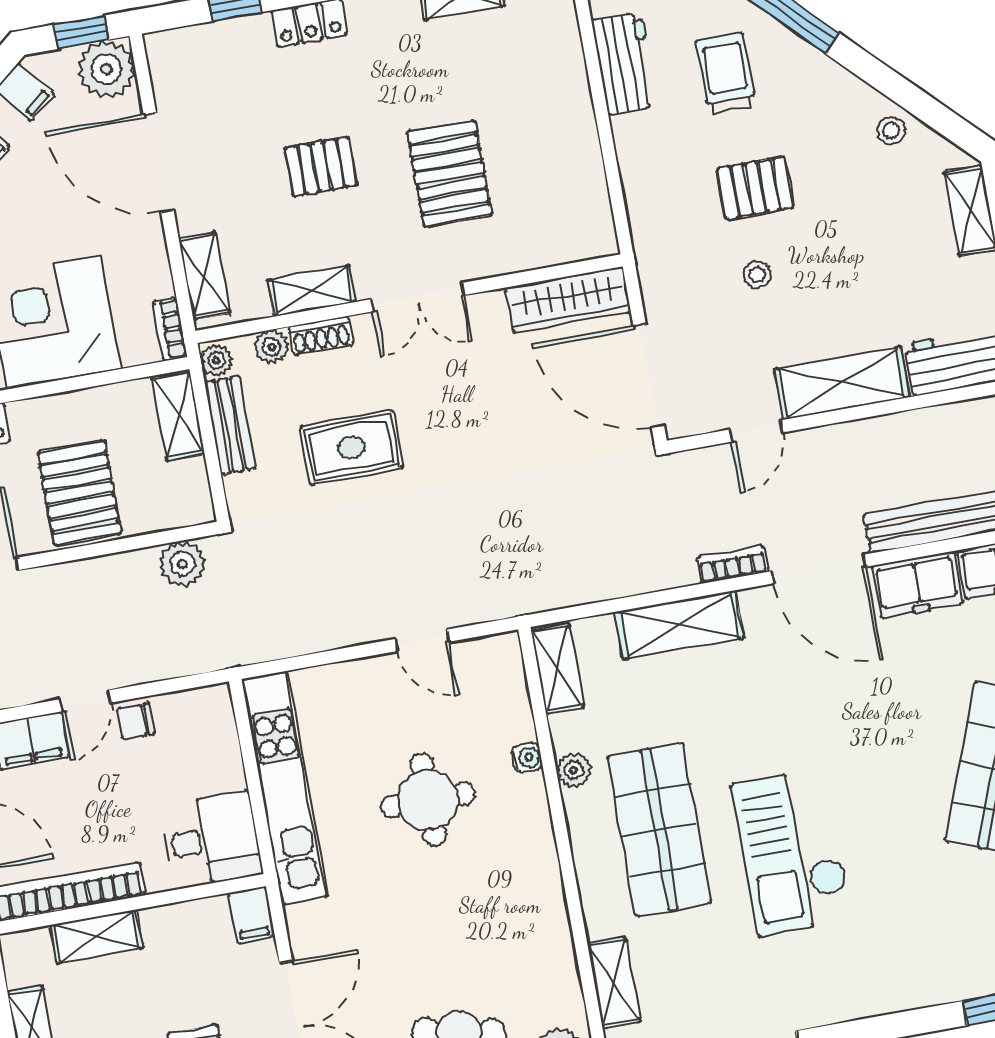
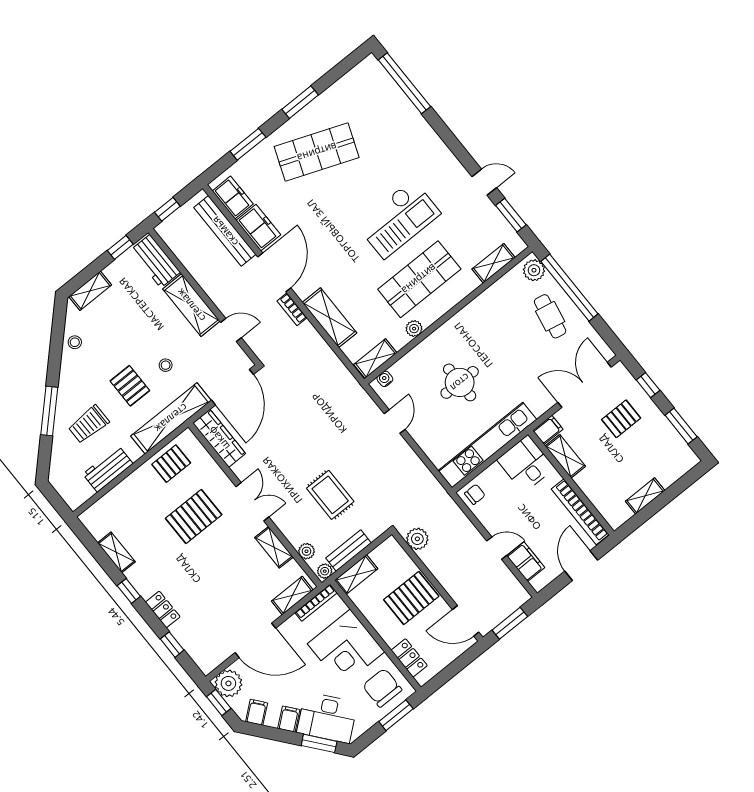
door: (159, 162) -> (255, 640), hinge flipped
pallet: (321, 167) -> (171, 464), moved, turned 90
shelving: (654, 231) -> (171, 418), added
bookcase: (170, 329) -> (316, 603), width x1.56
shoe rack: (321, 336) -> (291, 533), removed
chair: (136, 721) -> (475, 494), moved, turned -90
water cooler: (527, 757) -> (385, 379), moved
shelving: (97, 936) -> (565, 456), moved

